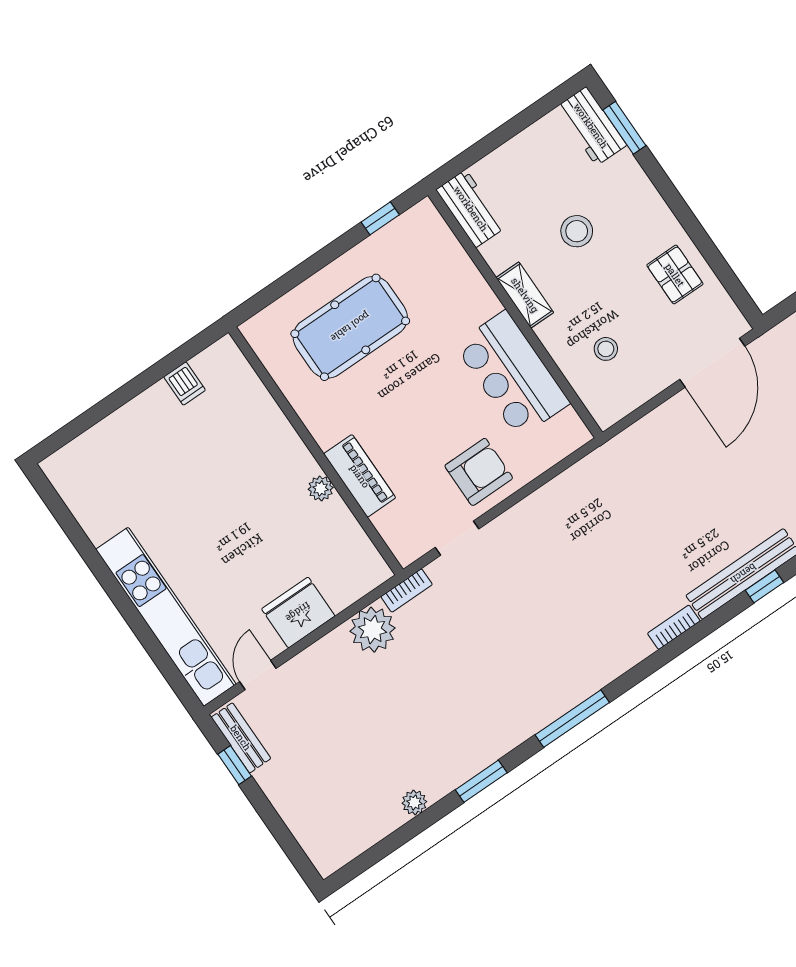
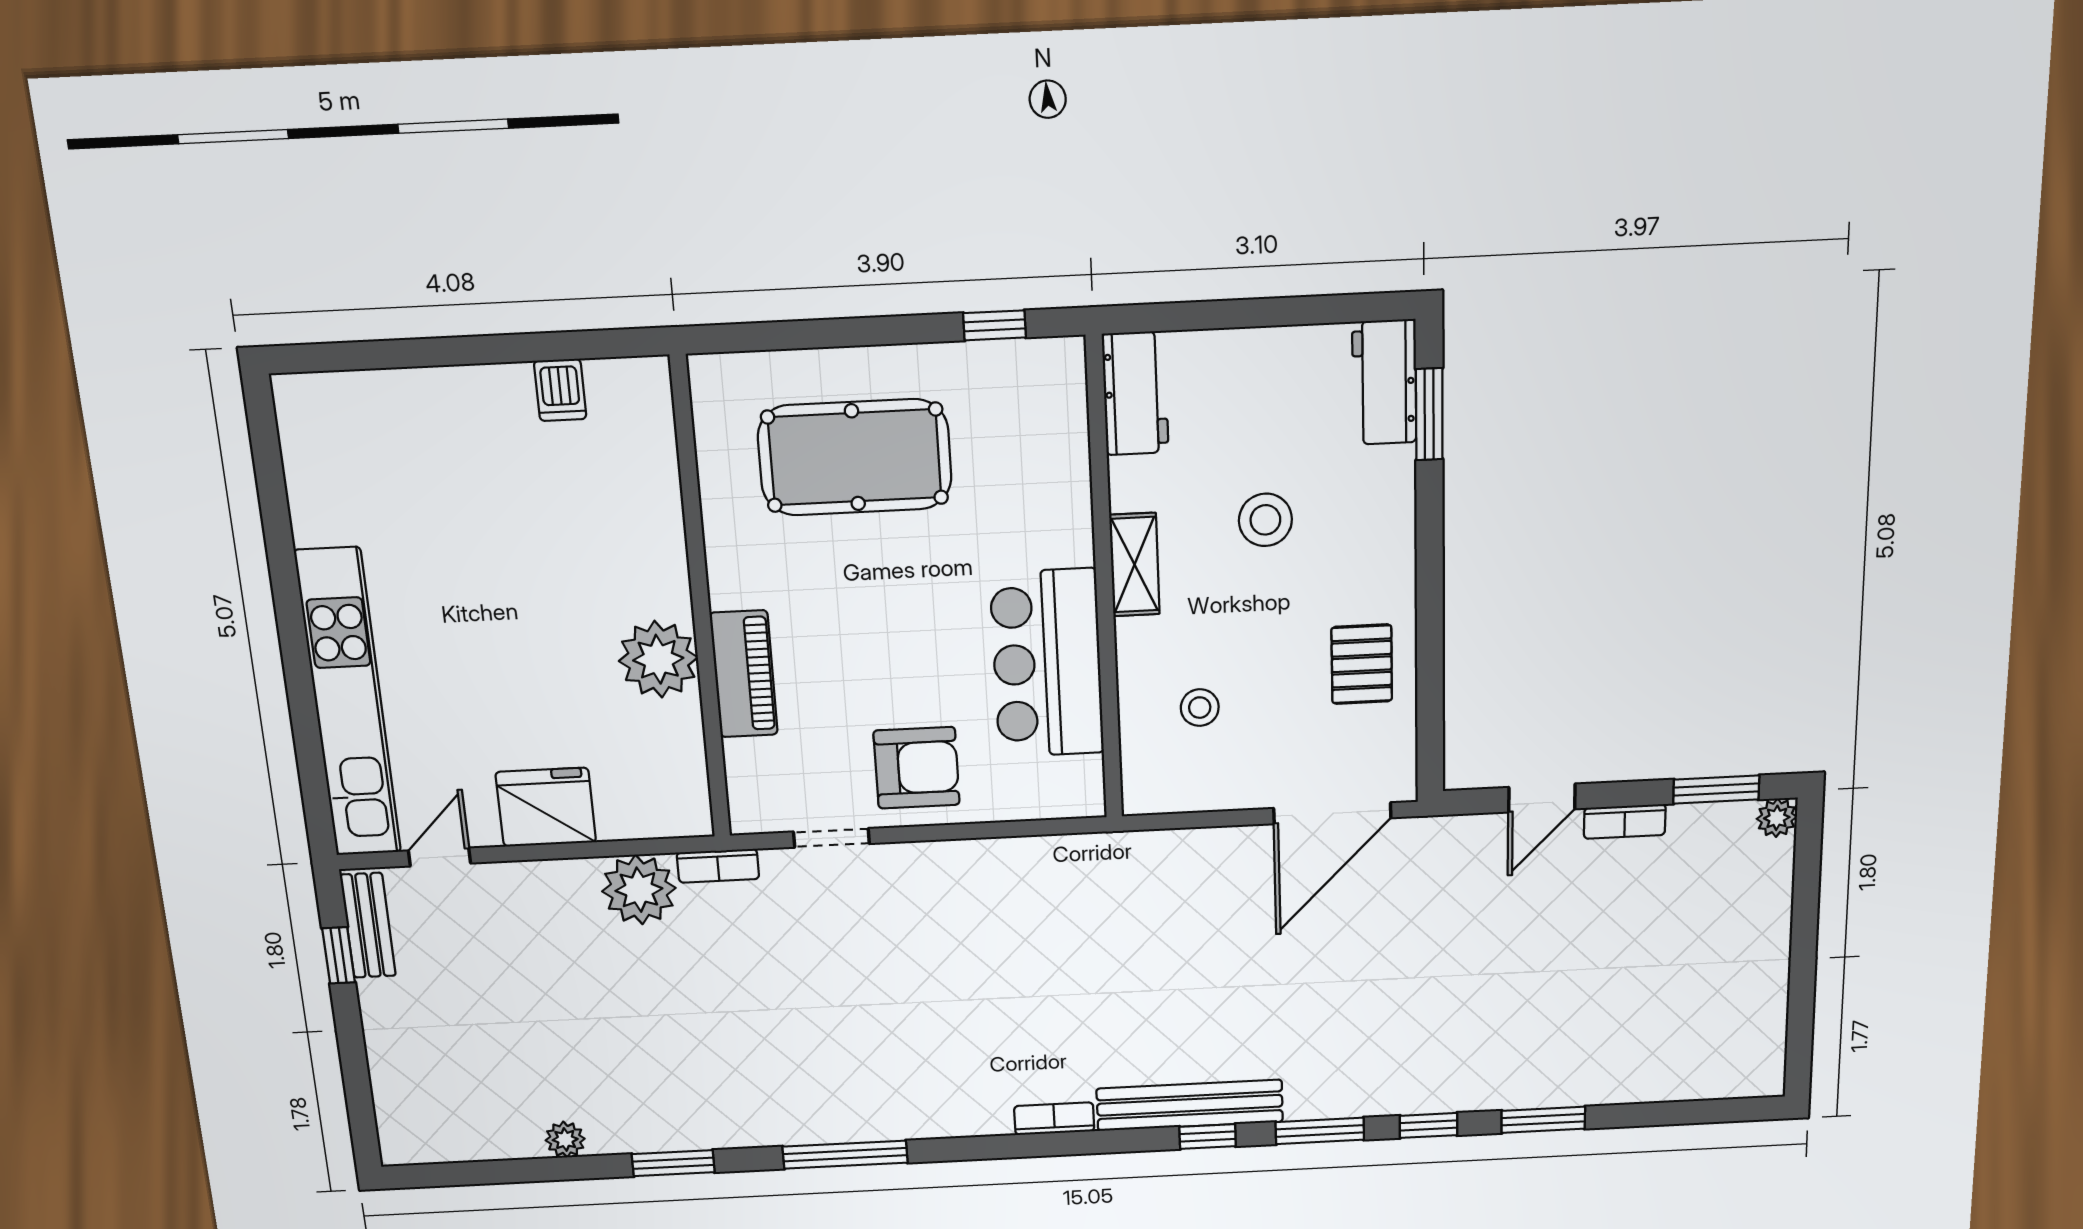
plant: (321, 488) -> (658, 659), width x1.88, depth x1.88

